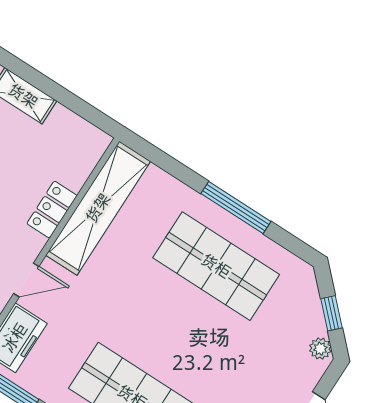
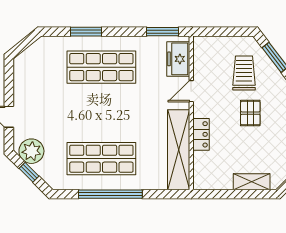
window: (236, 207) -> (110, 194), width x1.46
plant: (320, 349) -> (31, 151), width x1.88, depth x1.88

